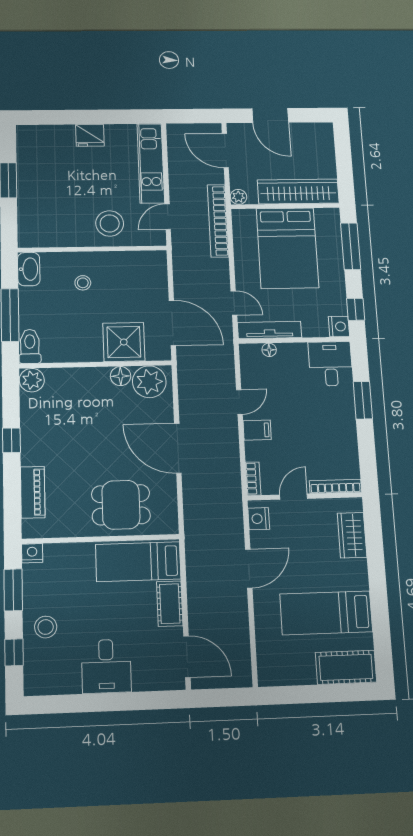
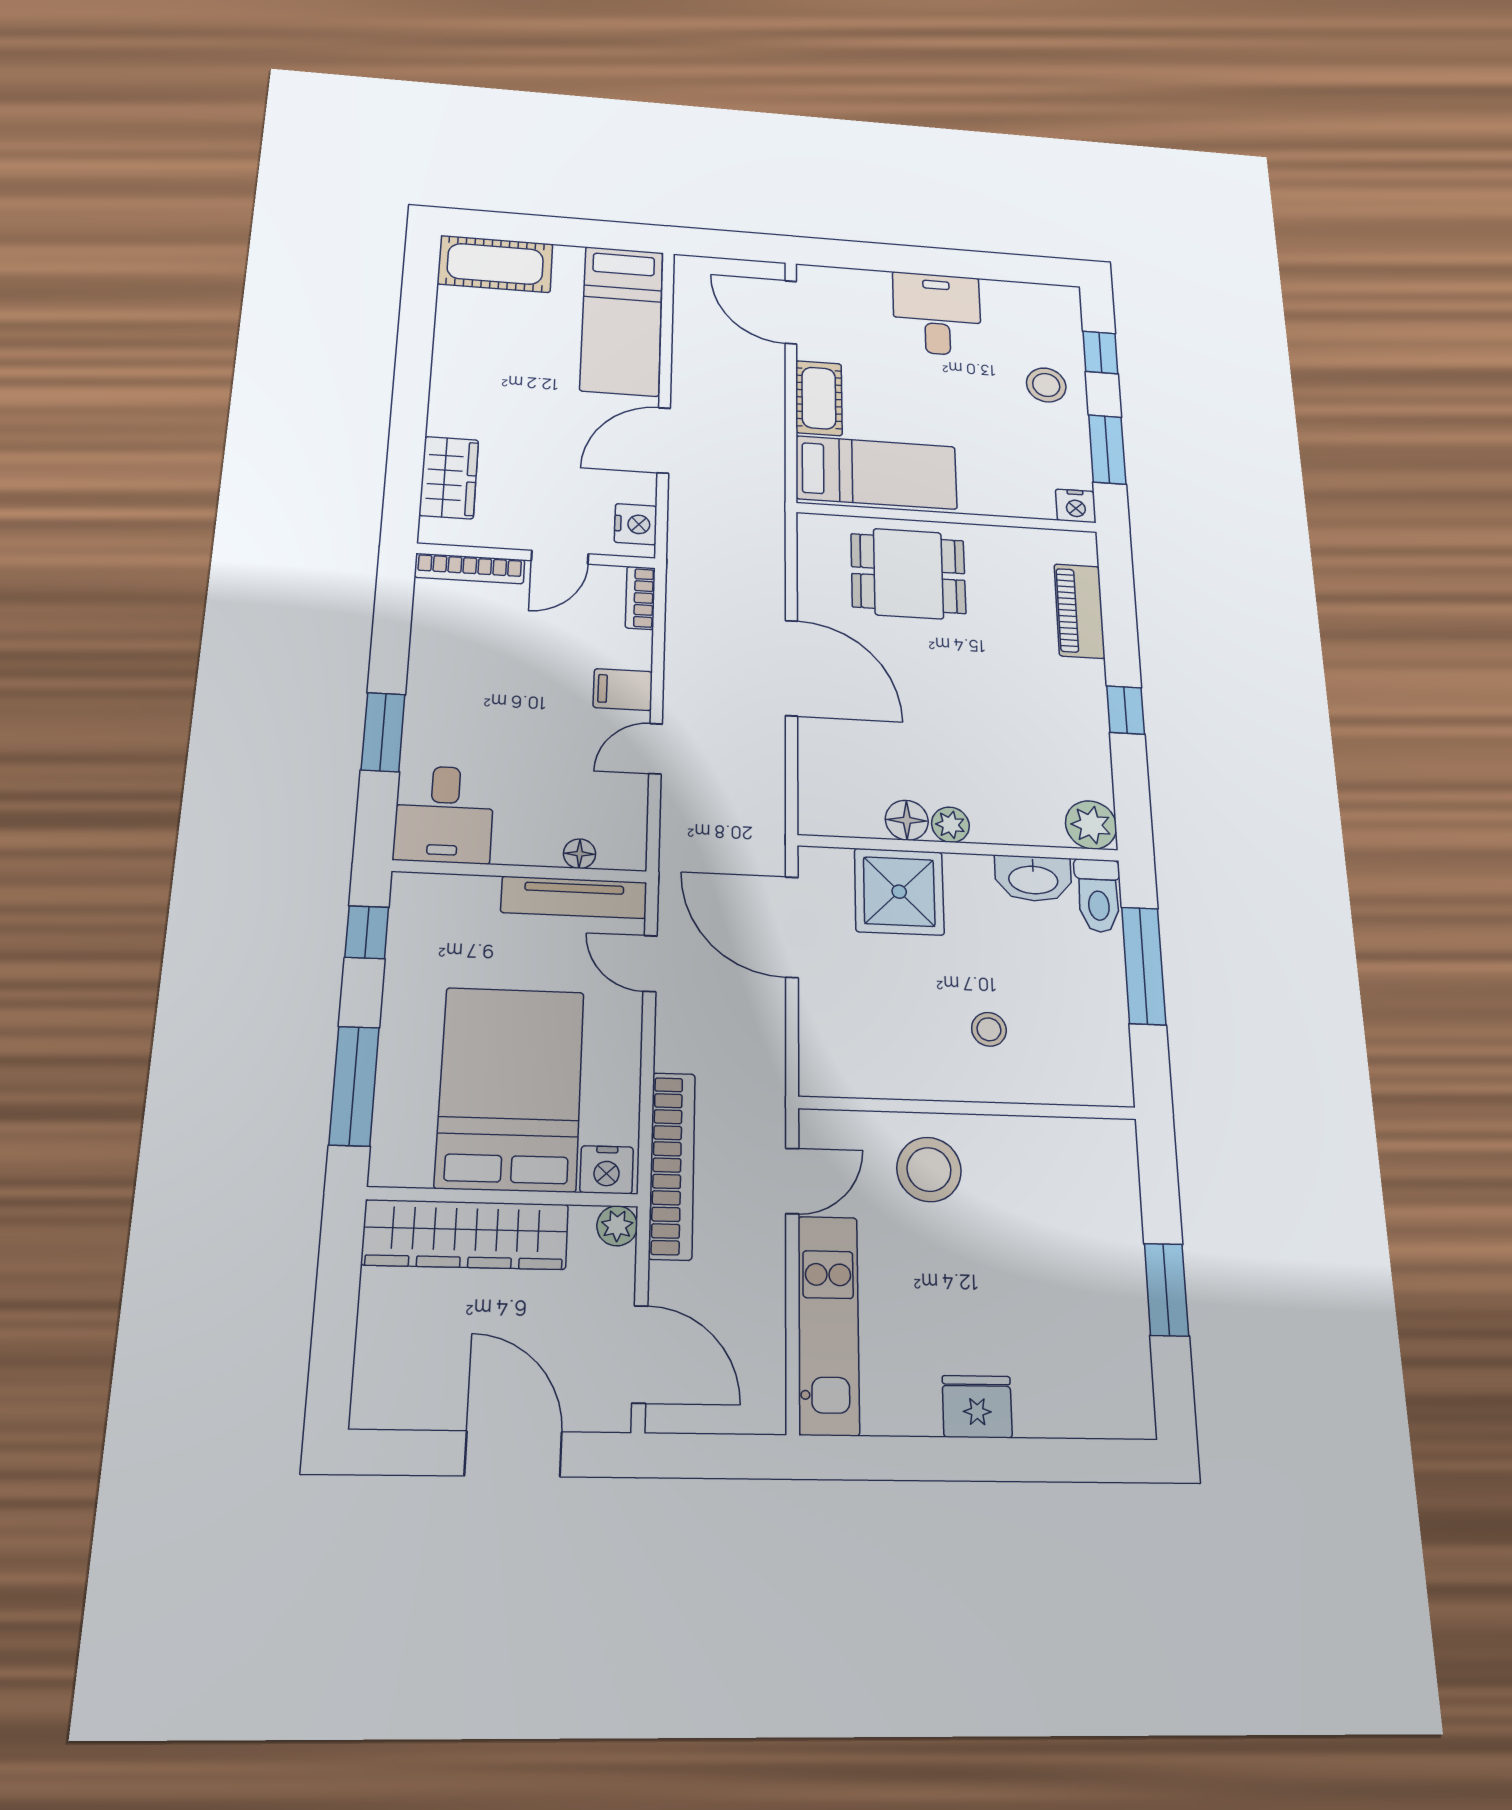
washbasin: (29, 269) -> (1033, 879), moved, turned -90
nightstand: (339, 327) -> (607, 1170), moved, turned -90
plant: (149, 382) -> (950, 825), moved, width x0.53, depth x0.53
bed: (326, 613) -> (622, 321), moved, turned 90

